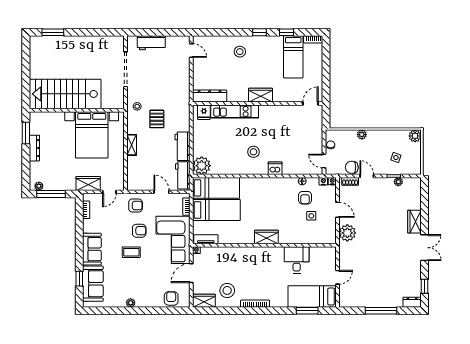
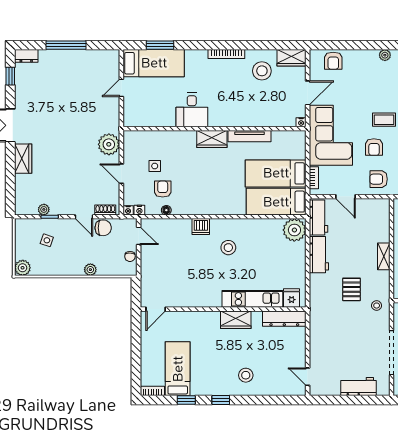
wardrobe: (261, 95) -> (236, 320), moved
armchair: (139, 231) -> (374, 147), turned -90
tv unit: (206, 239) -> (250, 136), moved, width x1.41
desk: (297, 260) -> (192, 110), moved

